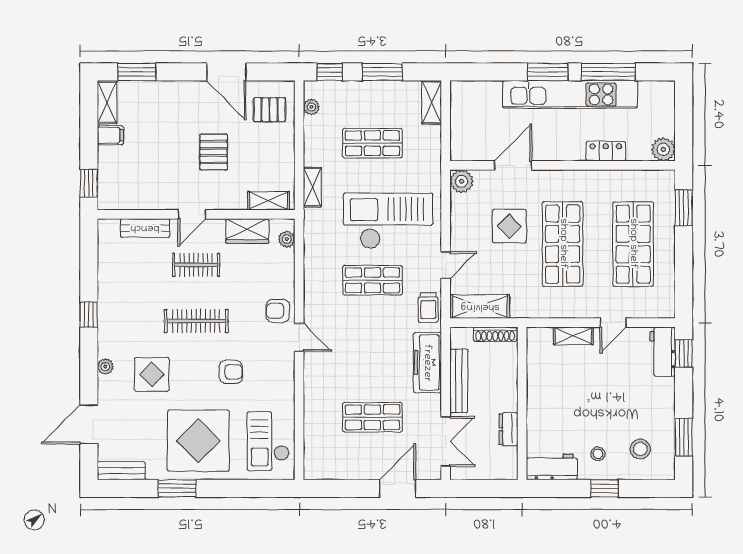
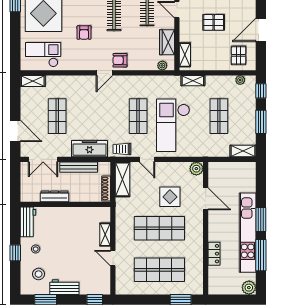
plant: (663, 149) -> (249, 288), moved
checkout: (388, 221) -> (173, 125), turned 180
armchair: (278, 311) -> (120, 60), turned -90
workbench: (663, 352) -> (64, 287), moved
dresser: (509, 429) -> (54, 196), width x1.44
shelving: (313, 459) -> (33, 81), added

